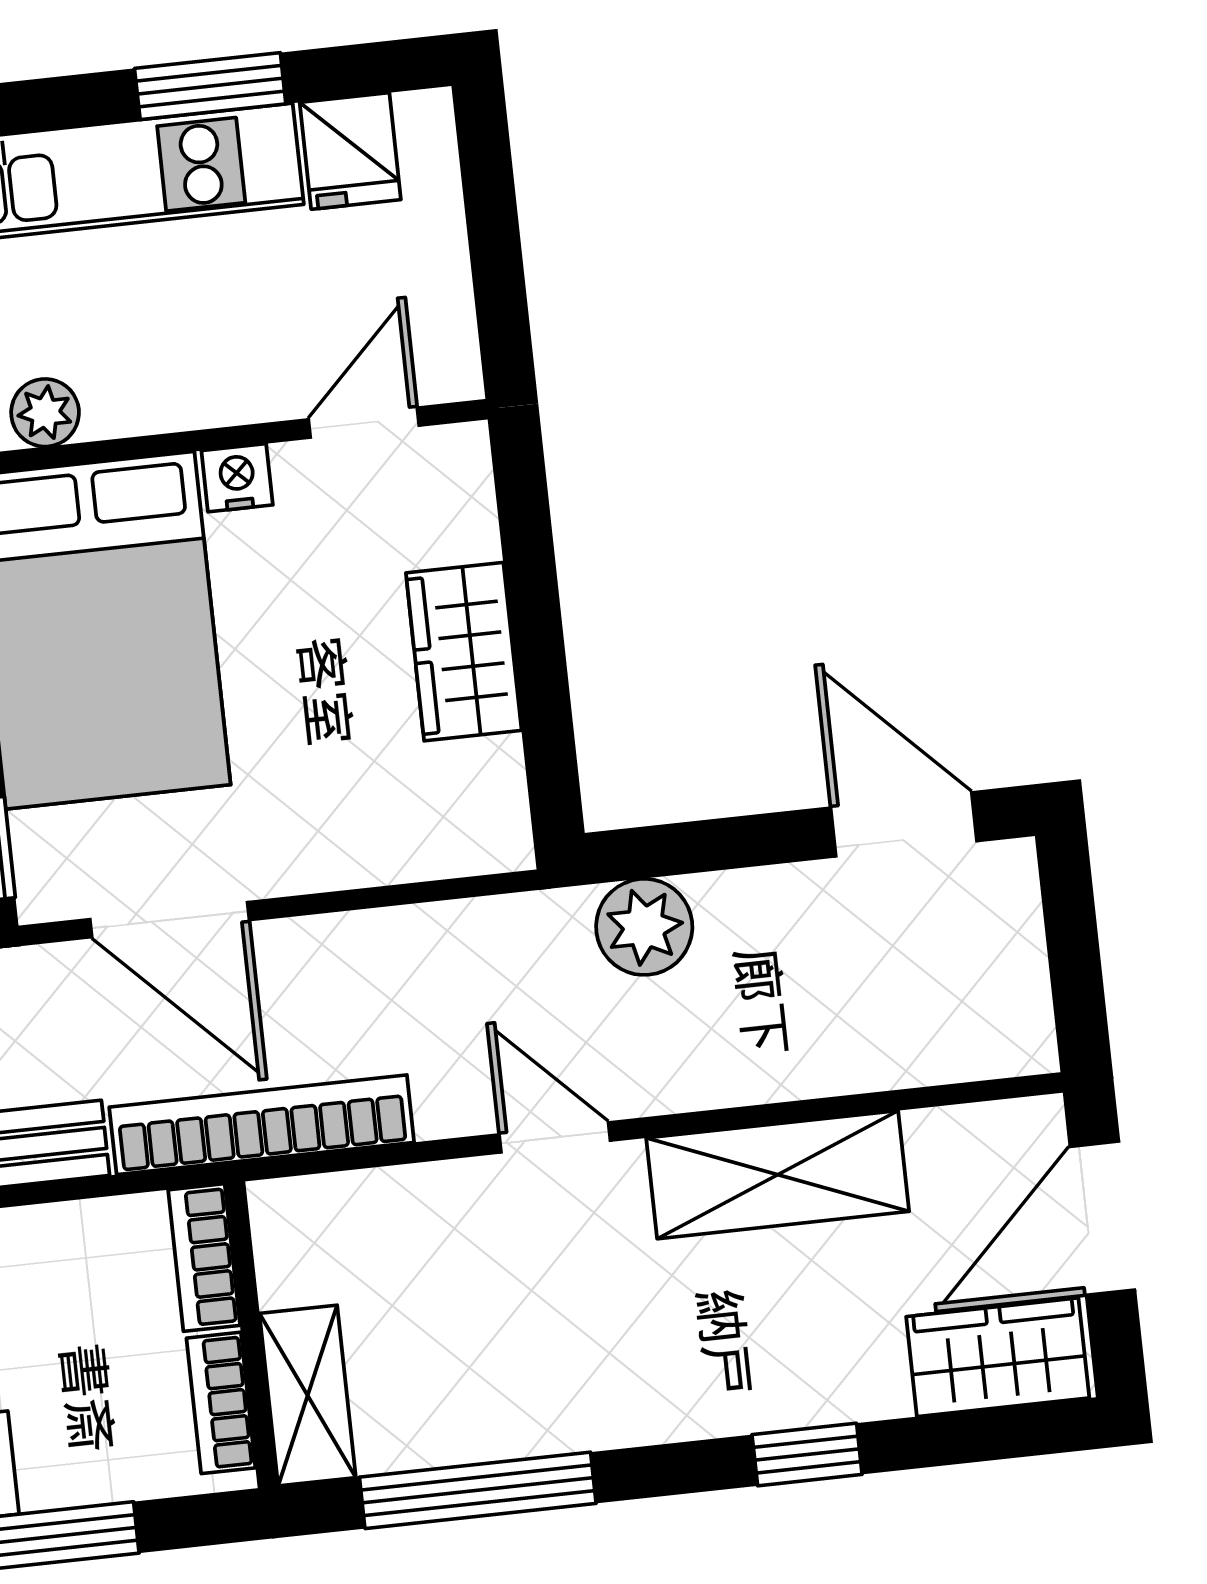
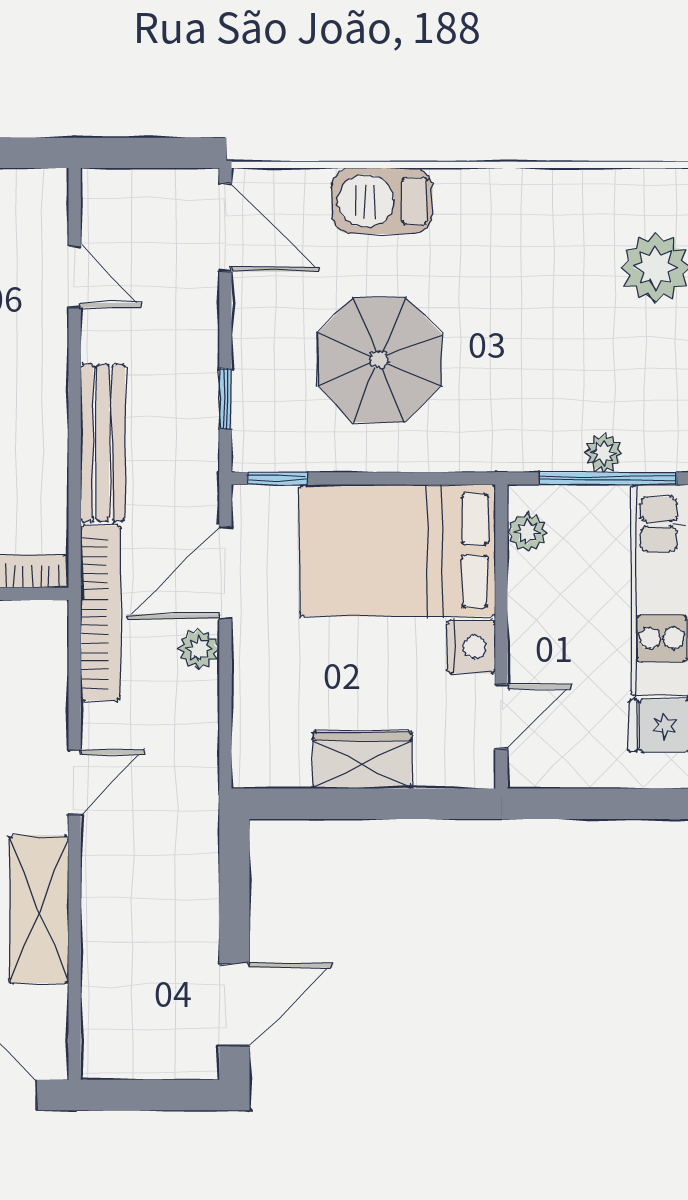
door: (364, 423) -> (501, 716), hinge flipped
nightstand: (237, 478) -> (471, 647), width x1.39, depth x1.35
plant: (644, 927) -> (199, 649), moved, width x0.73, depth x0.73

